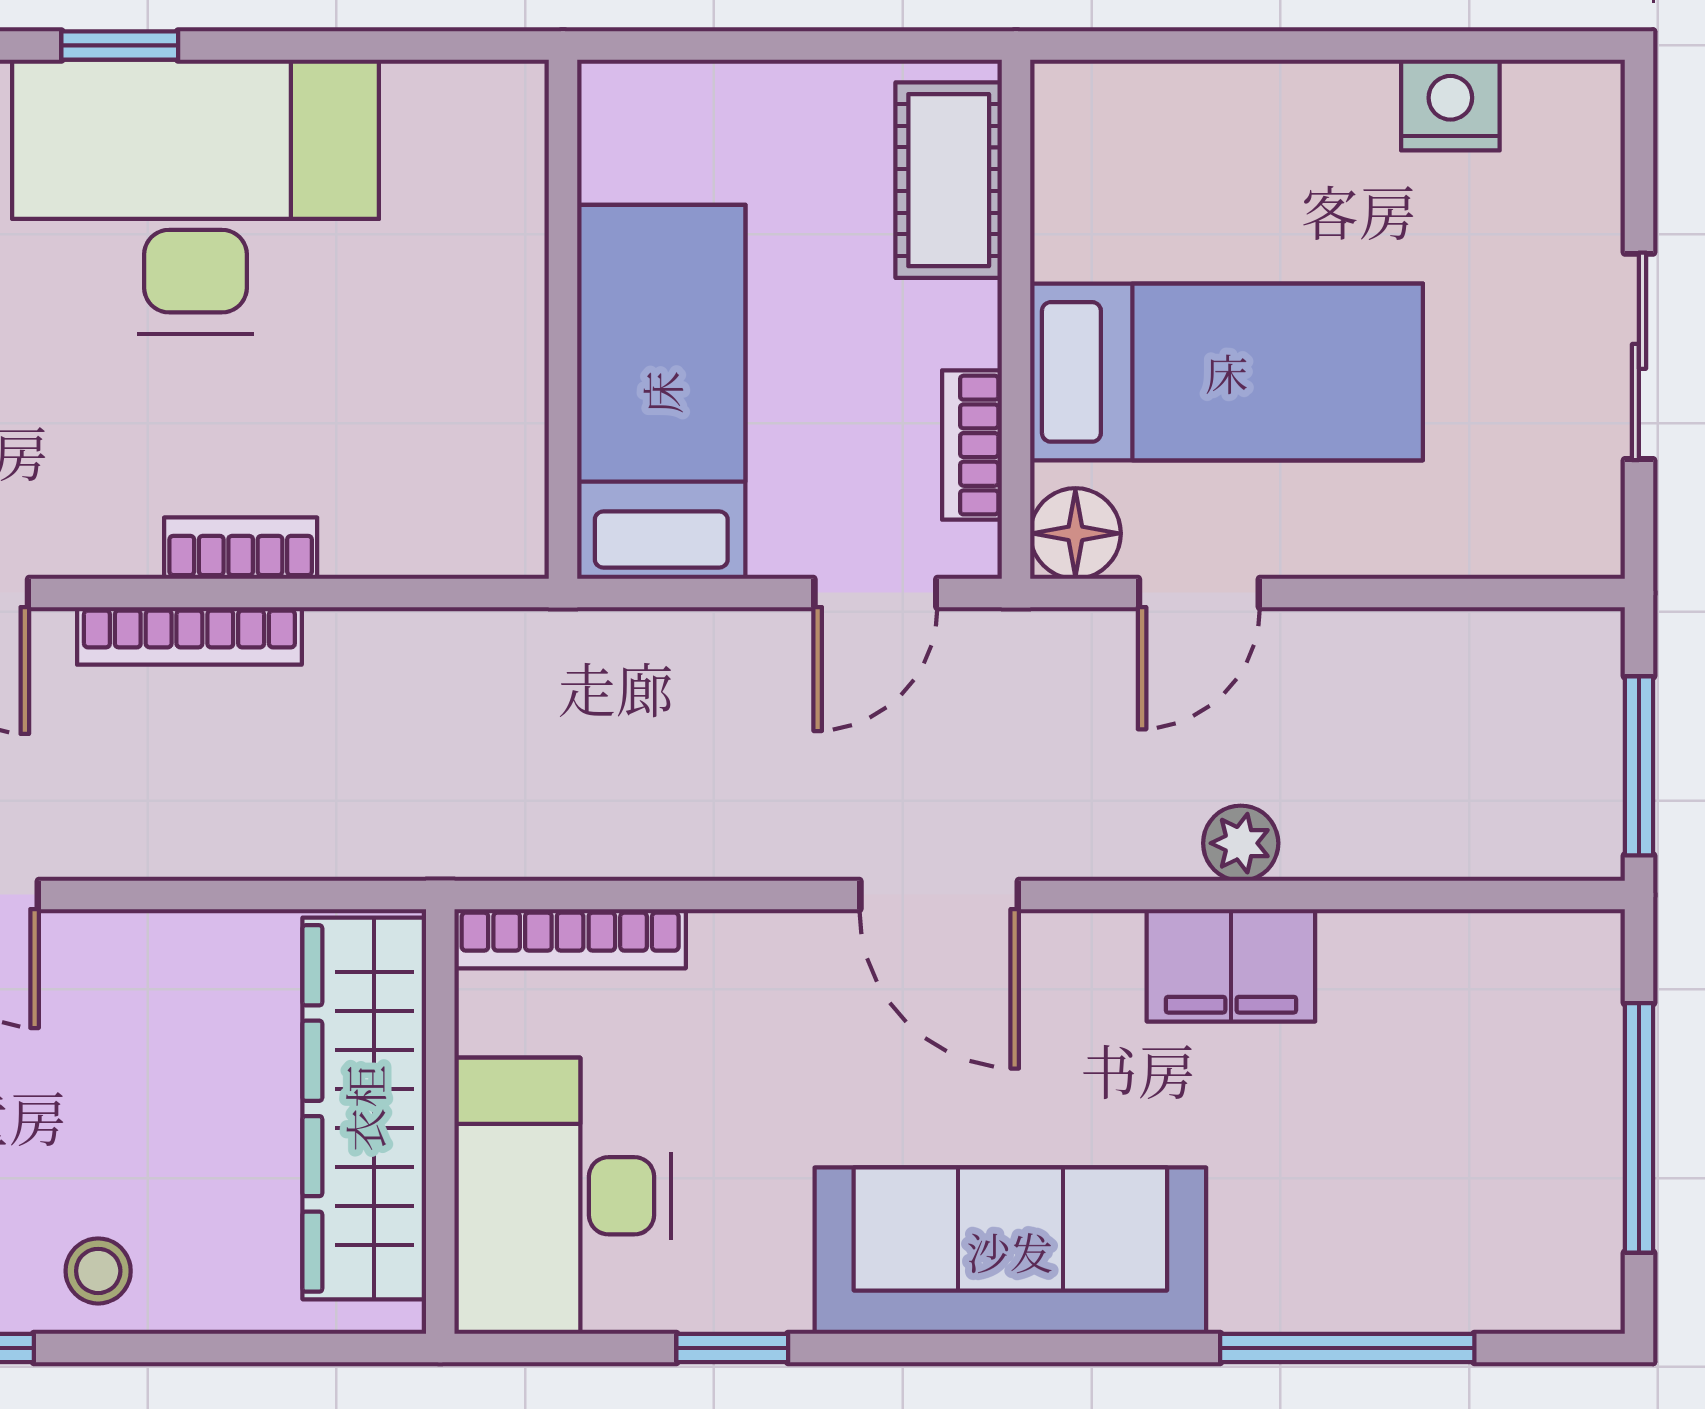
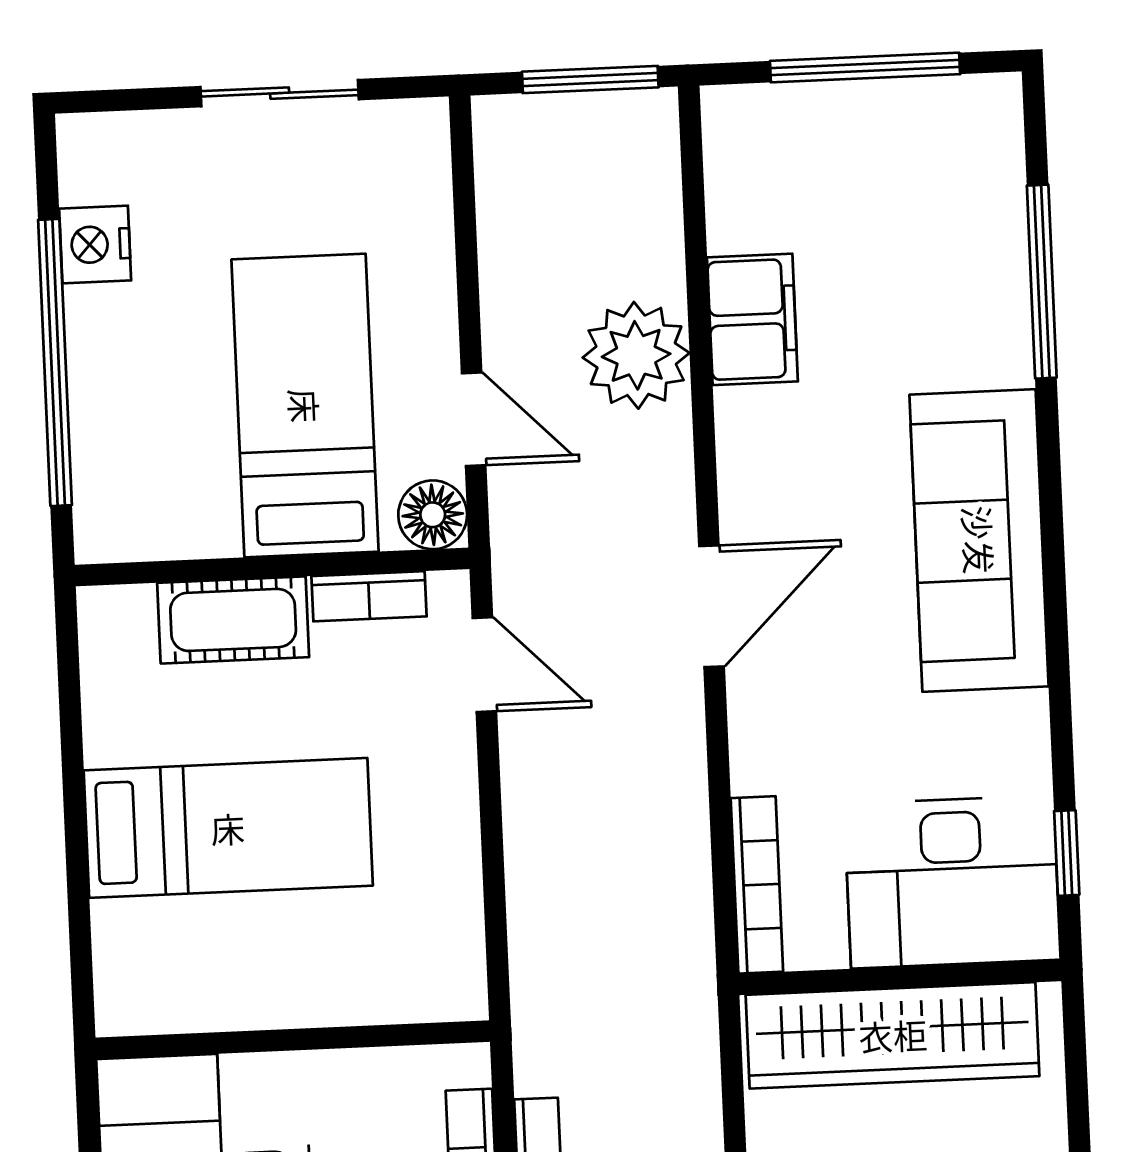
window: (1298, 45) -> (55, 362), added
cot: (949, 180) -> (233, 620), moved
wall: (563, 319) -> (293, 1040), moved
bed: (661, 392) -> (228, 828), moved, turned 180
plant: (1241, 843) -> (636, 355), width x1.88, depth x1.88
filing cabinet: (1231, 965) -> (752, 319), moved
window: (732, 1348) -> (1067, 853), moved

